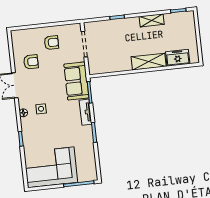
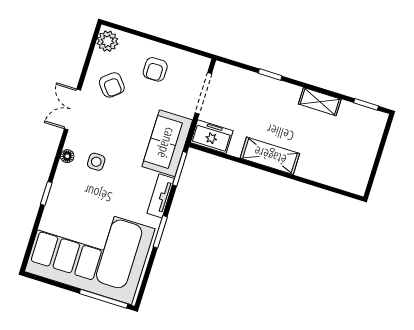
plant: (18, 38) -> (107, 41), added
armchair: (51, 43) -> (155, 69), turned 90
freezer: (178, 58) -> (212, 137), moved
armchair: (31, 62) -> (112, 85), turned 51
shelving: (149, 62) -> (270, 156), moved
corner sofa: (51, 167) -> (90, 250), width x1.36, depth x1.36

